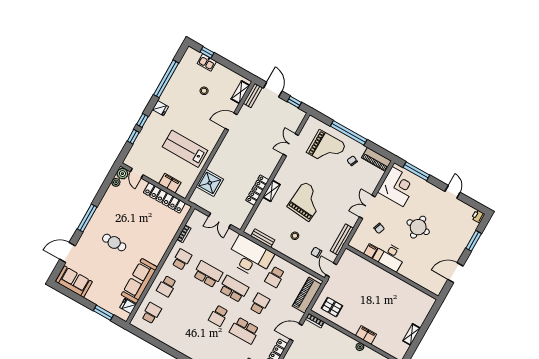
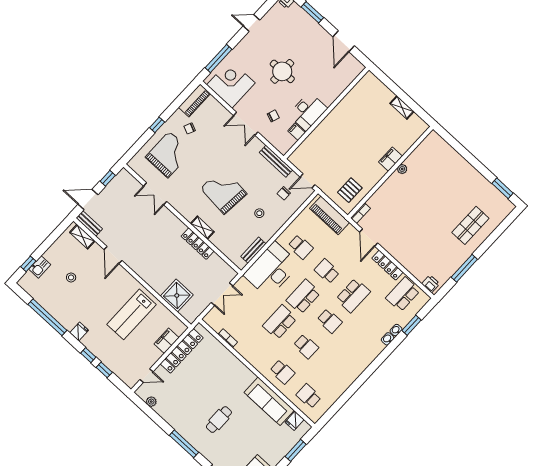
window: (349, 133) -> (157, 125), width x0.32
plant: (122, 174) -> (143, 392), removed
school desk: (182, 260) -> (306, 346), moved, turned 180

